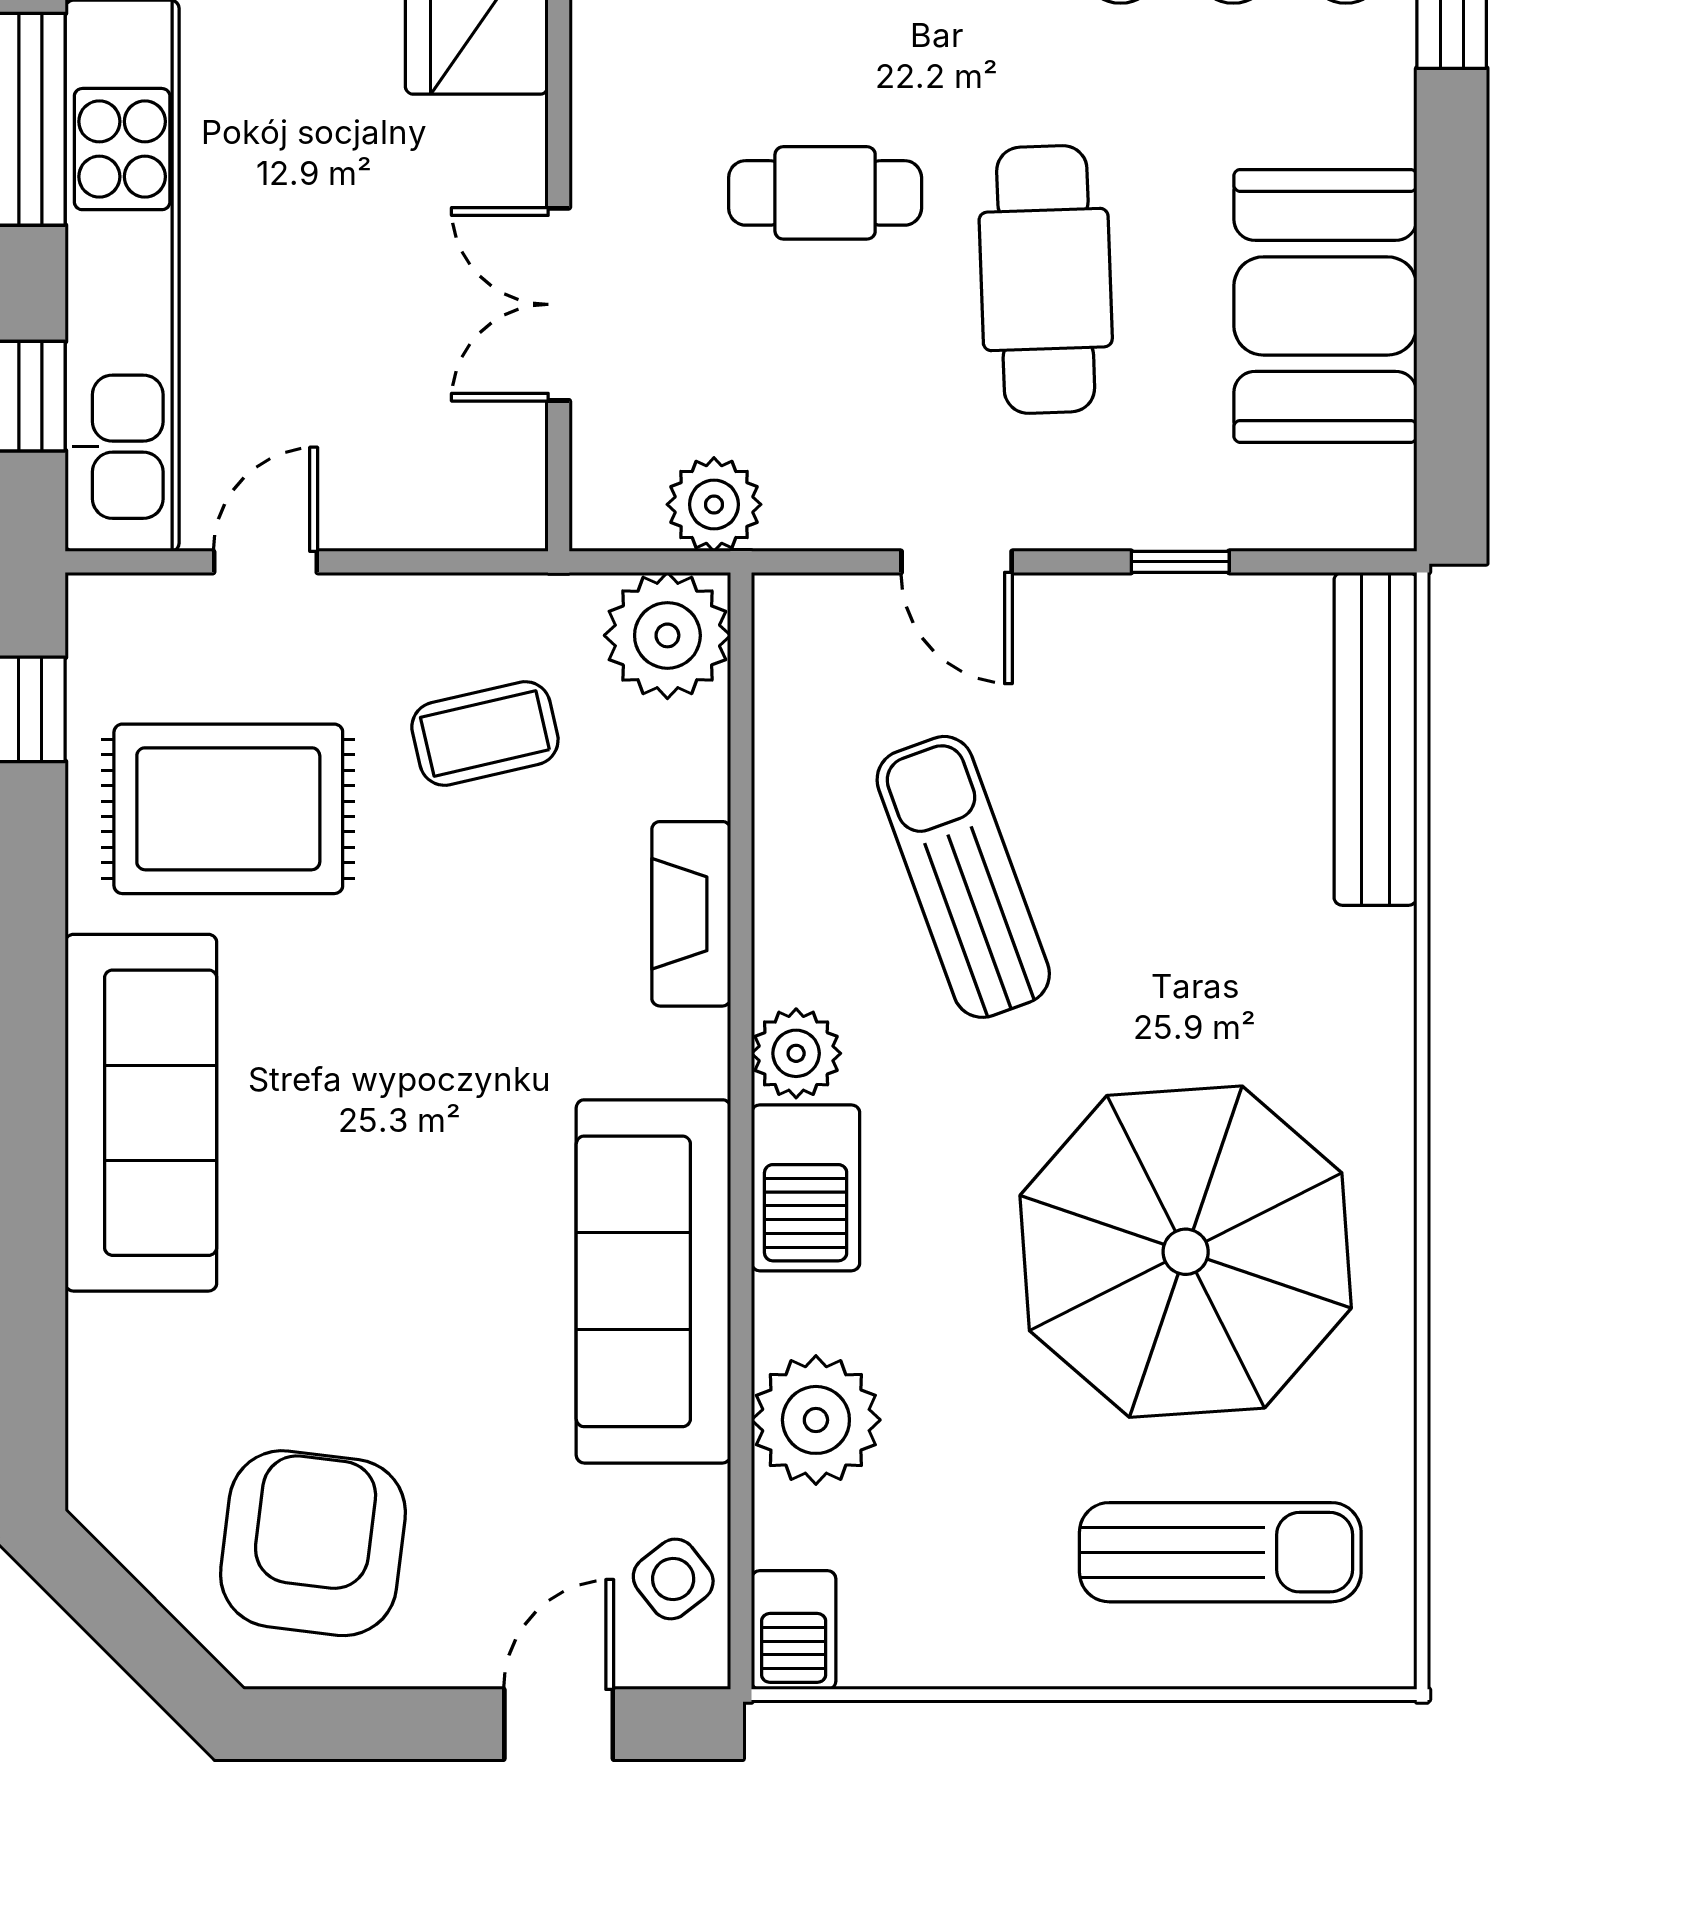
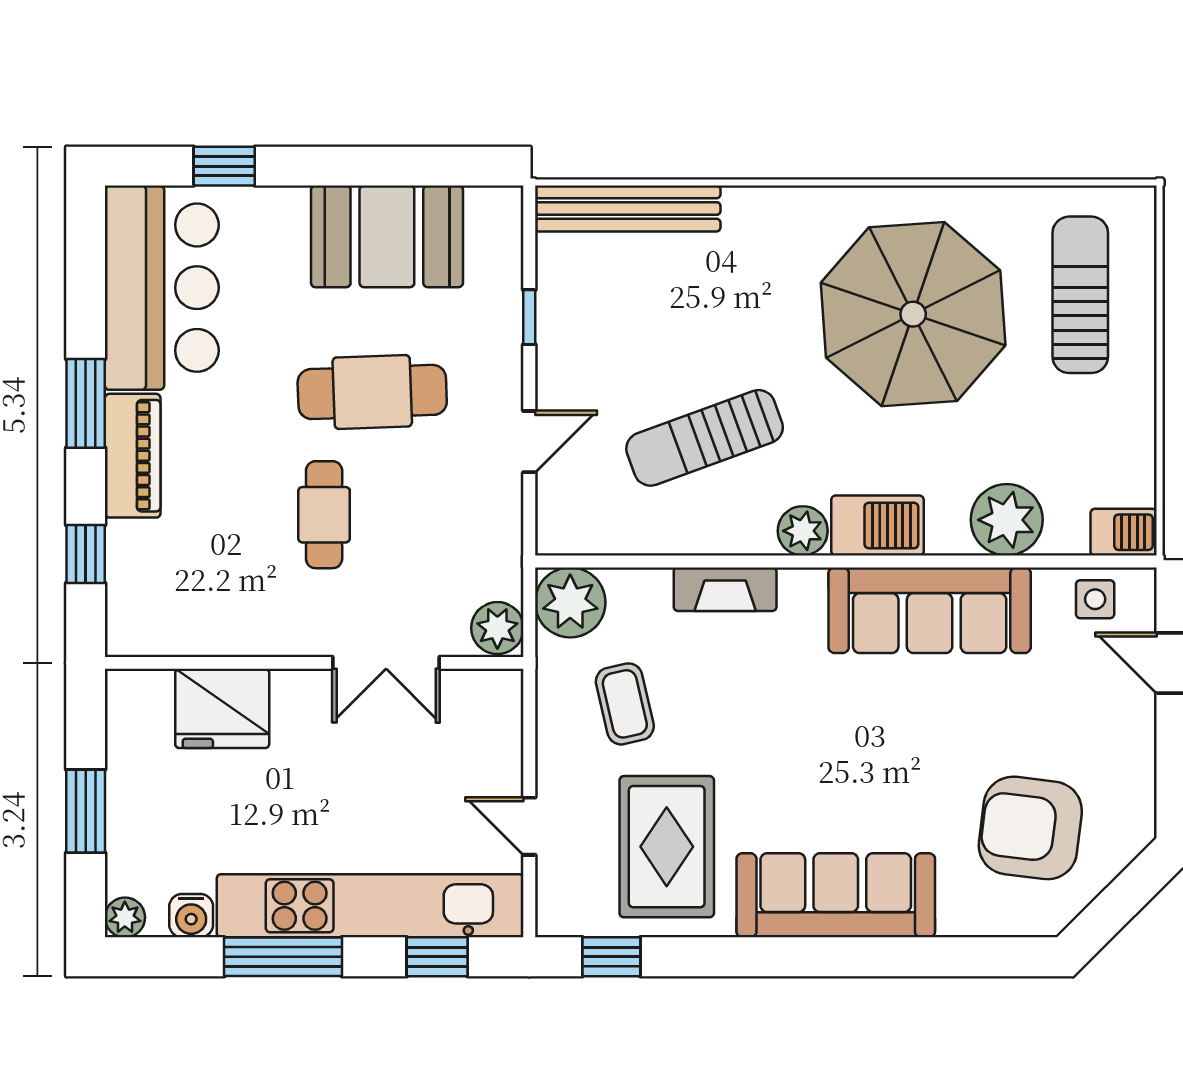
plant: (714, 504) -> (497, 628), moved
armchair: (313, 1543) -> (1030, 828), moved
side table: (673, 1579) -> (1095, 599), turned 38

